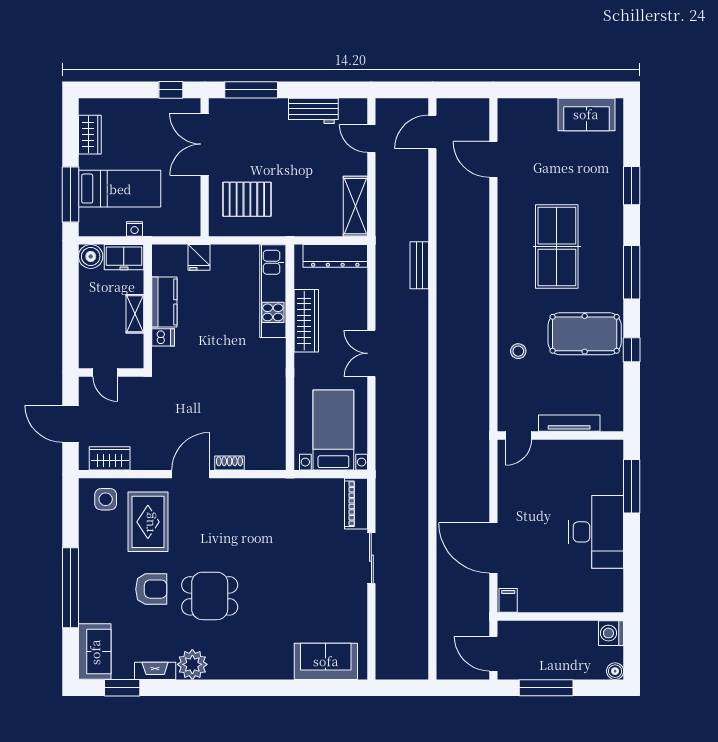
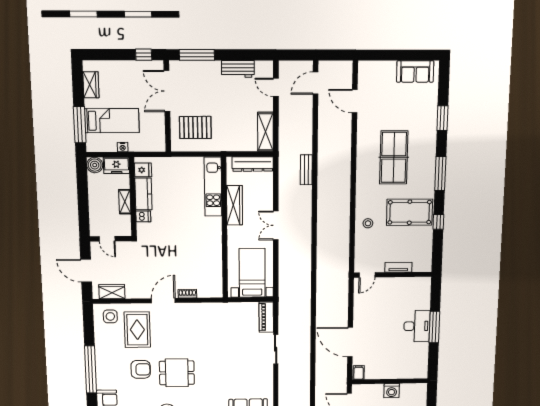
fridge: (199, 257) -> (143, 170), moved, turned -90
tv unit: (569, 423) -> (398, 267), width x0.71
window: (632, 486) -> (434, 327), moved
desk: (596, 532) -> (417, 326), width x0.73, depth x0.77
washing machine: (611, 633) -> (392, 391), moved, turned -90

